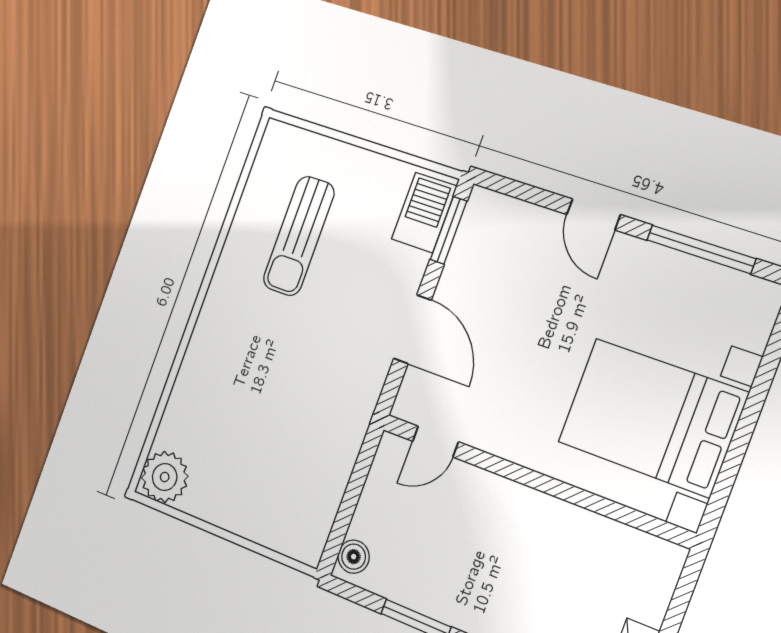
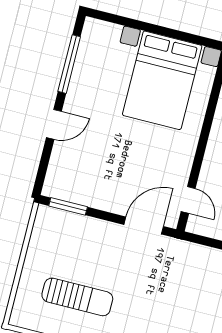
barbecue: (424, 213) -> (59, 222), removed
door: (412, 329) -> (144, 225), moved

